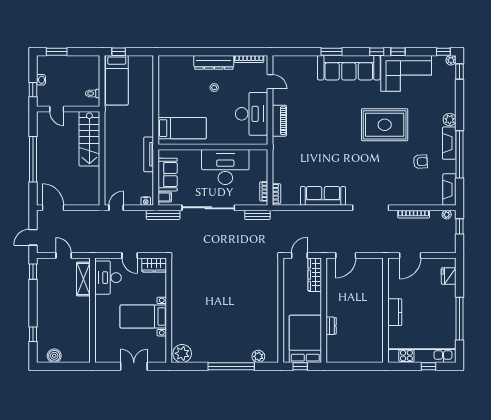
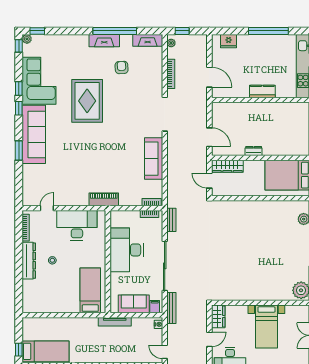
plant: (450, 120) -> (82, 40), removed
piano: (279, 121) -> (104, 199), moved
dresser: (331, 326) -> (254, 151), moved

